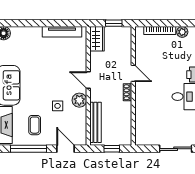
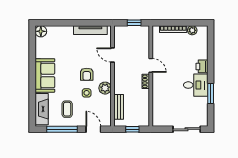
wardrobe: (97, 39) -> (120, 36), removed
door: (88, 80) -> (112, 55), moved
armchair: (58, 84) -> (87, 74), added
bench: (95, 122) -> (119, 107), width x0.73

